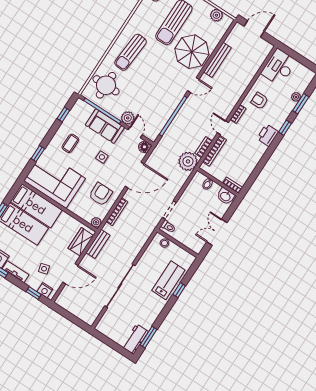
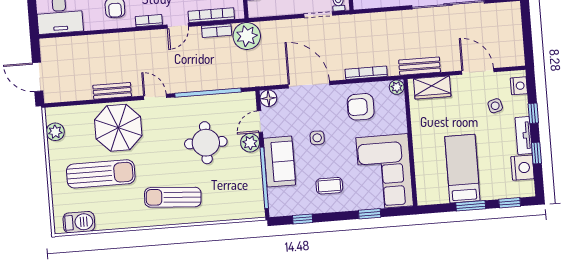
sun lounger: (130, 52) -> (173, 197), turned 180
bench: (217, 60) -> (112, 91), width x0.73
round table: (106, 85) -> (206, 143), moved
bed: (36, 206) -> (430, 170), removed
window: (34, 293) -> (533, 113), moved

